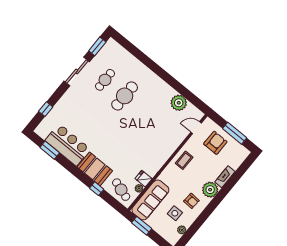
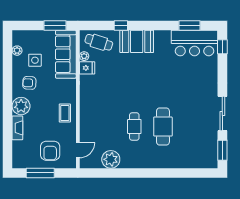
cafe table: (105, 80) -> (134, 127), moved
window: (46, 109) -> (222, 47), moved
bar counter: (68, 145) -> (195, 43), moved

